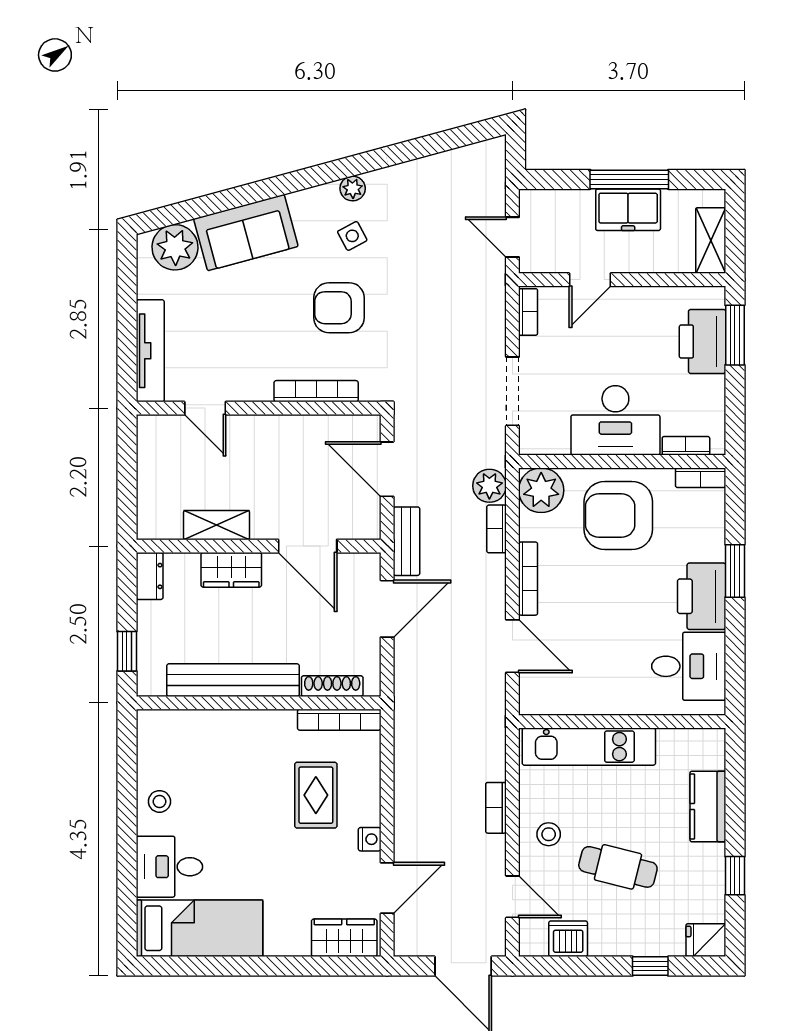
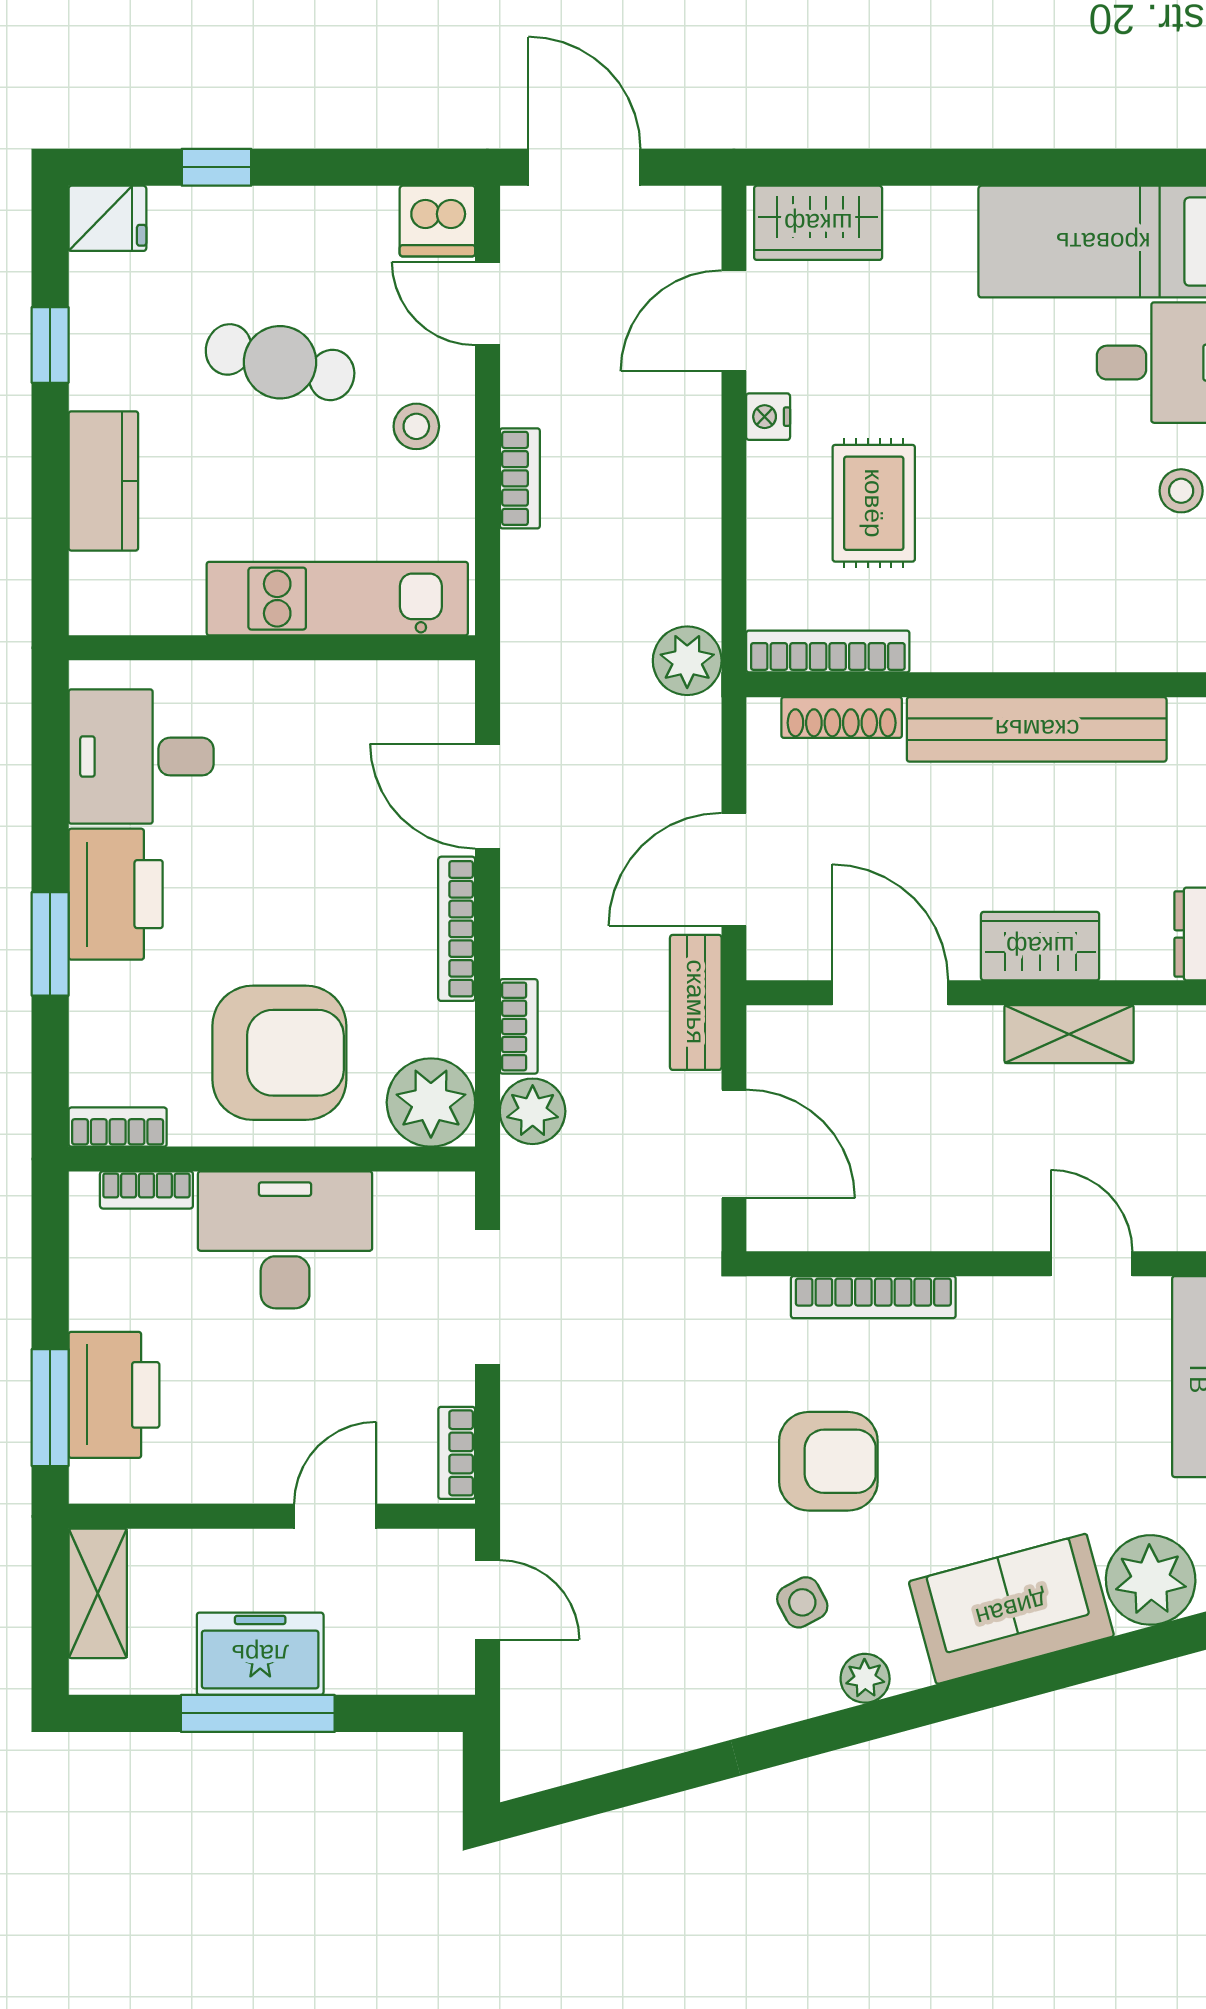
plant: (353, 189) -> (865, 1678), moved
plant: (411, 715) -> (687, 661), added
dishwasher: (568, 939) -> (437, 221), moved

